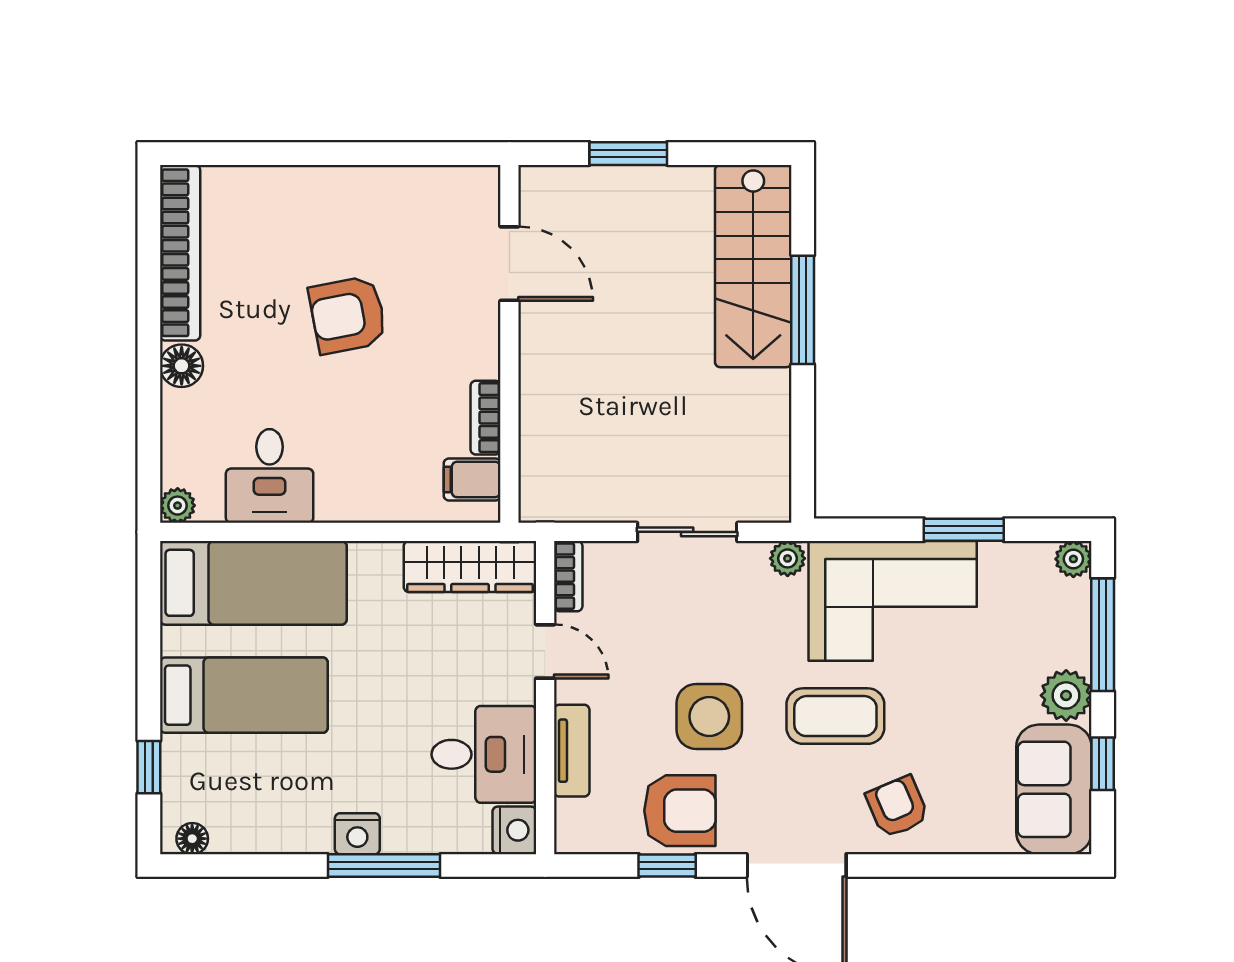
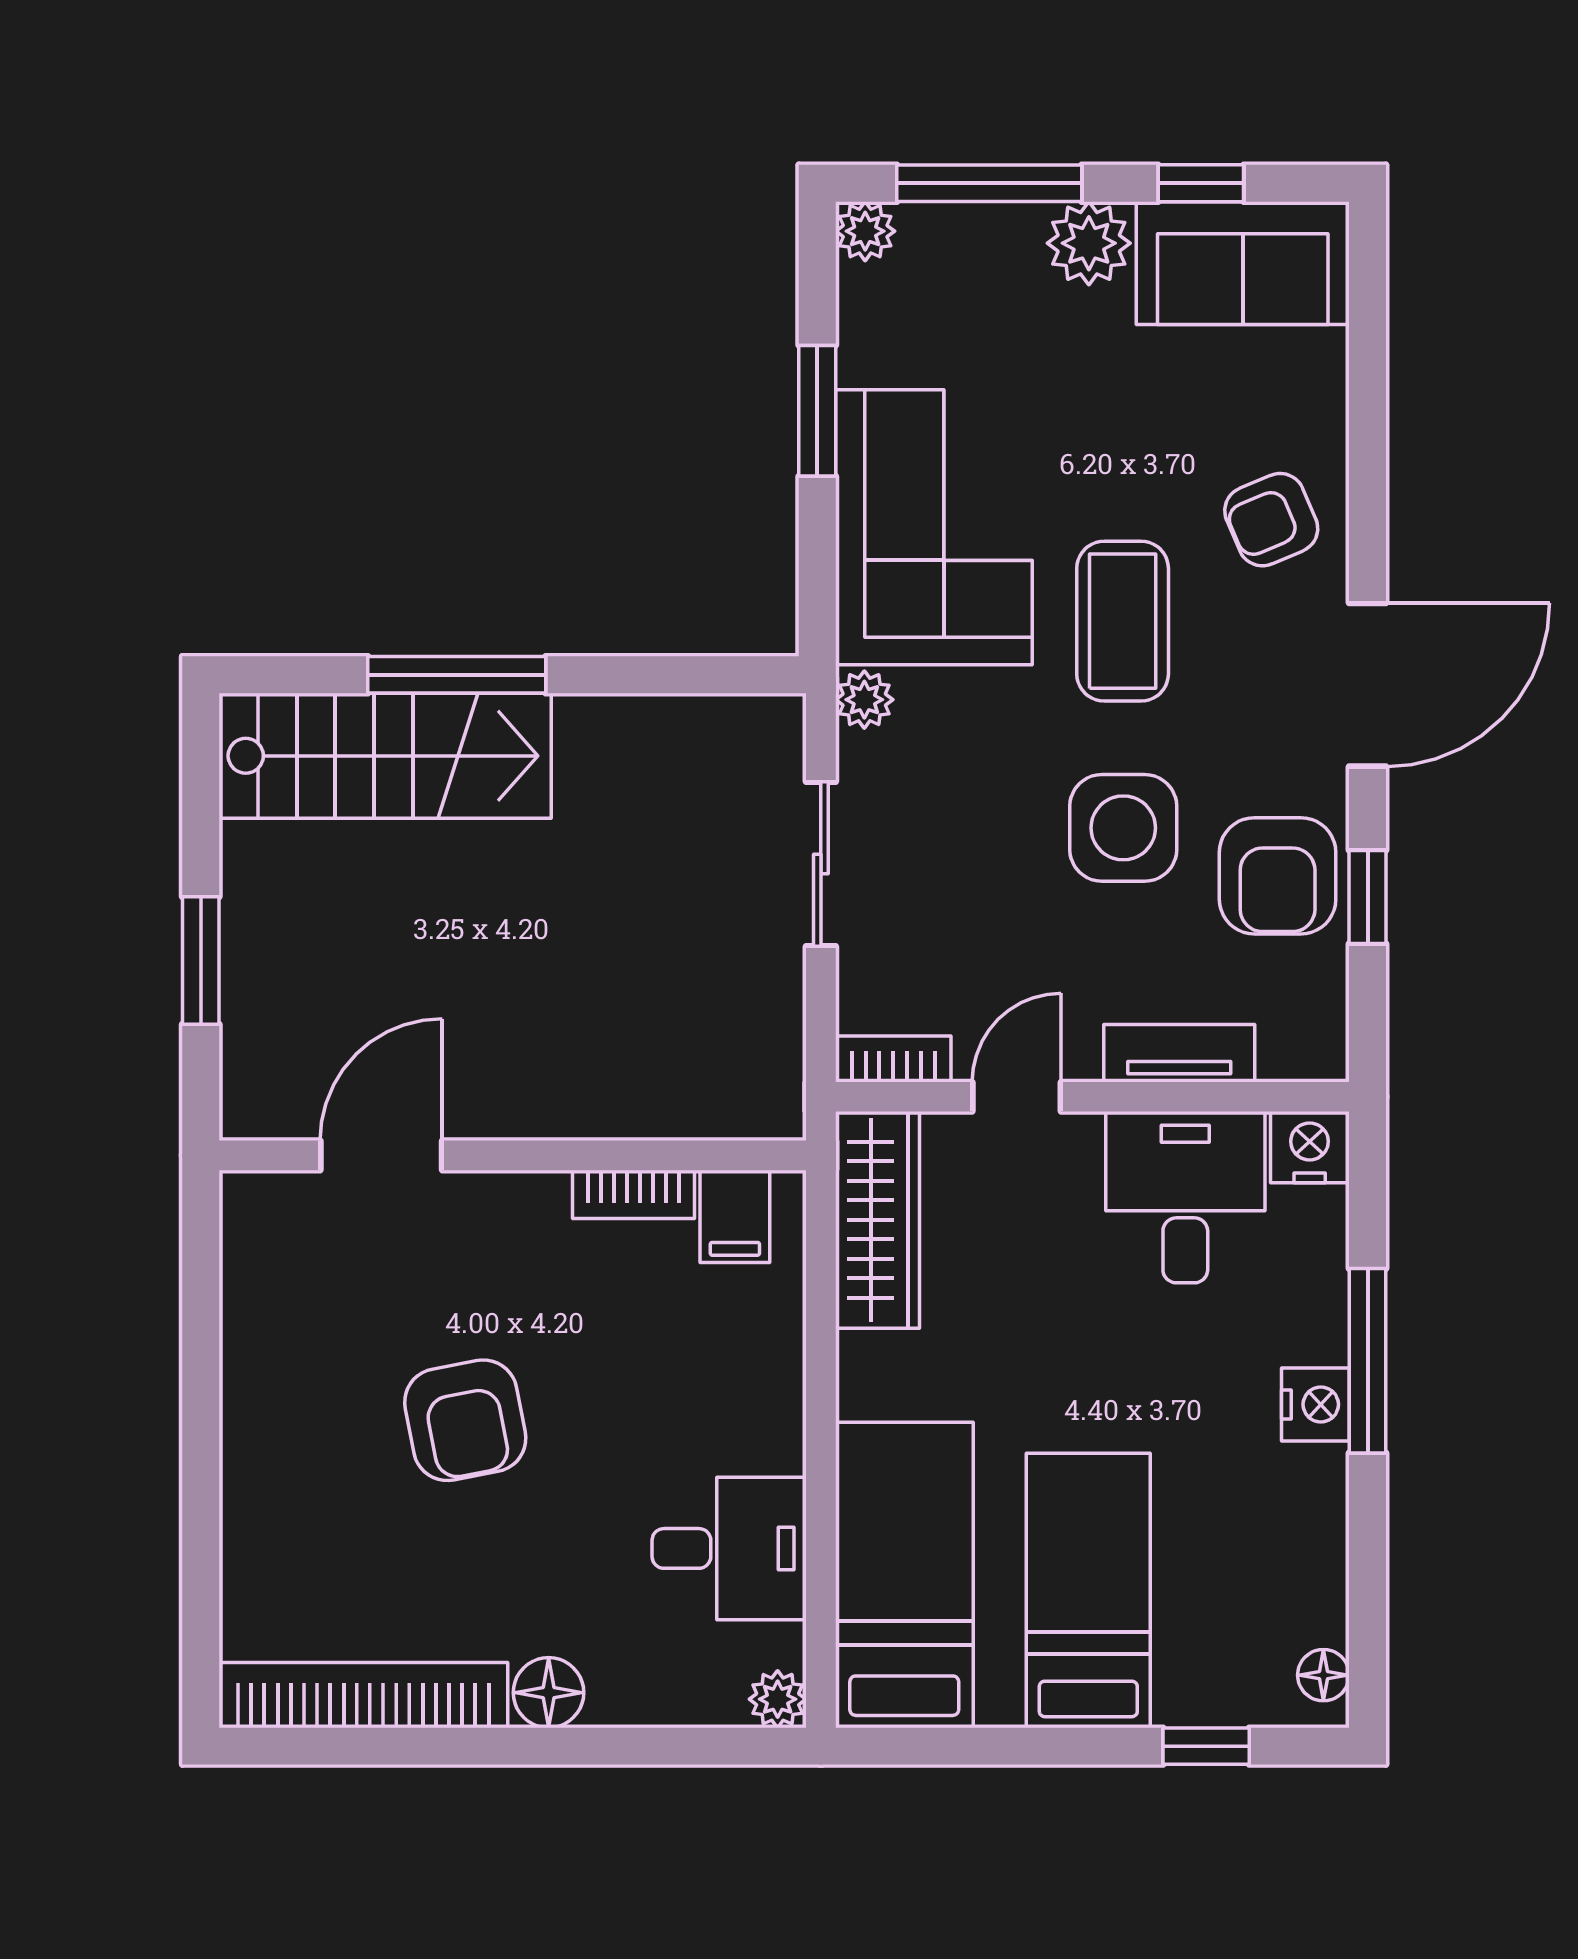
armchair: (680, 811) -> (1278, 876), turned 180

